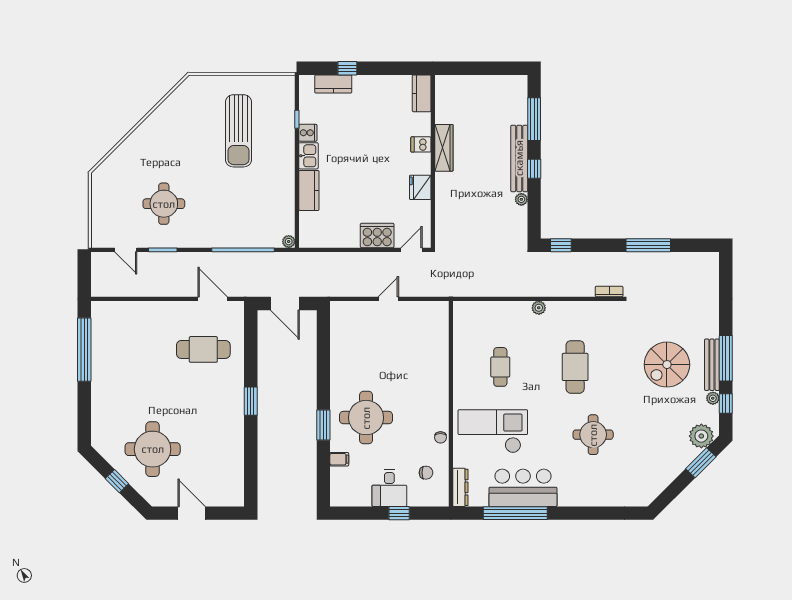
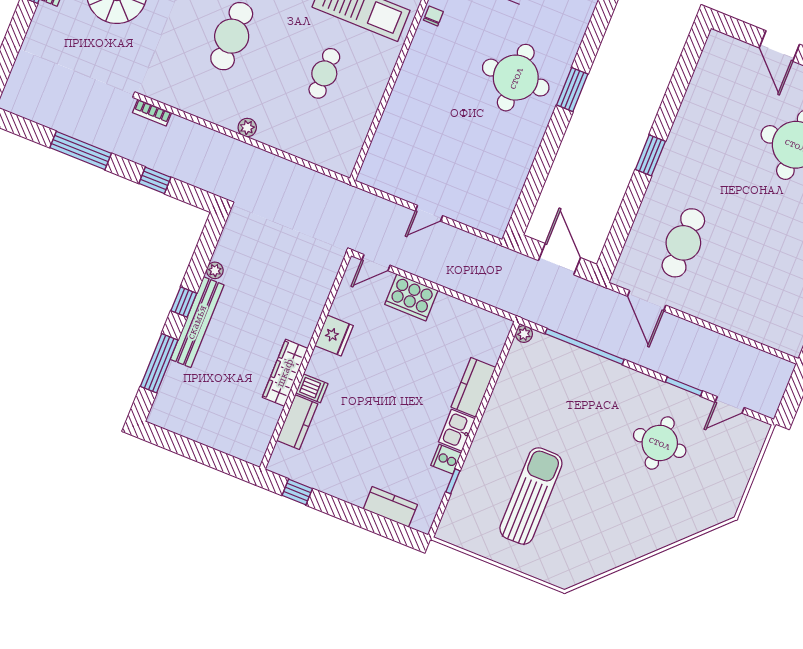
window: (347, 68) -> (297, 492), moved
kitchen counter: (422, 93) -> (297, 422), moved
window: (561, 245) -> (155, 180), moved
door: (126, 250) -> (730, 405), swing flipped
cafe table: (203, 349) -> (683, 243), turned 90
filing cabinet: (339, 459) -> (570, 39), removed

